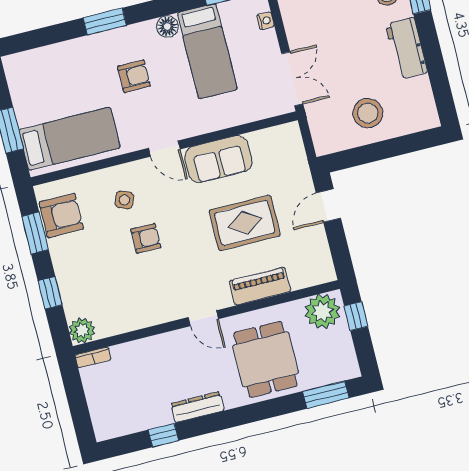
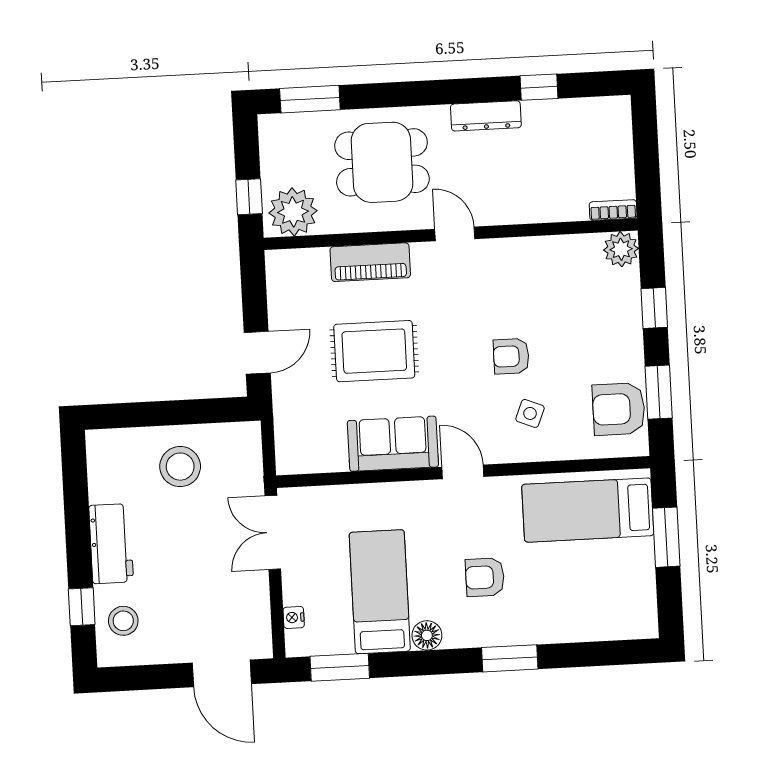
dining table: (265, 359) -> (382, 162), turned 90

